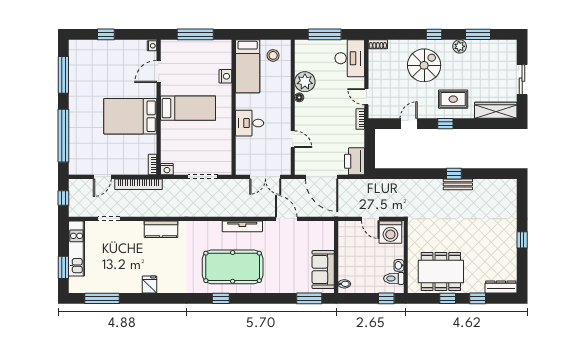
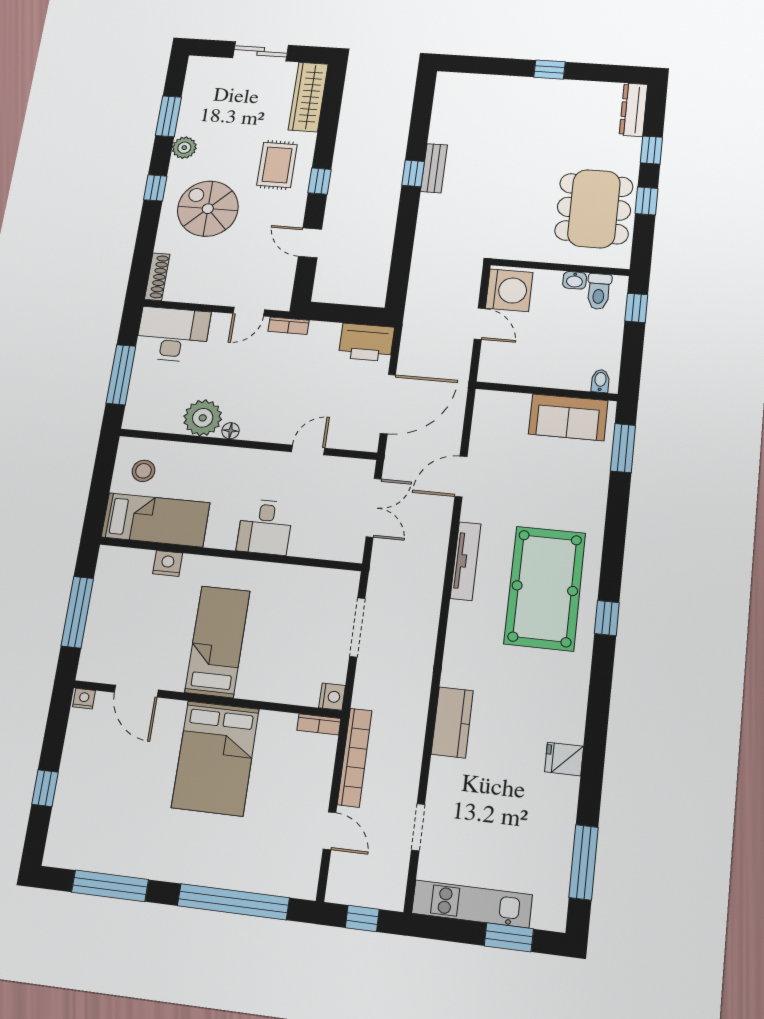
shoe rack: (378, 44) -> (157, 277), width x1.43
door: (370, 219) -> (480, 324), hinge flipped

